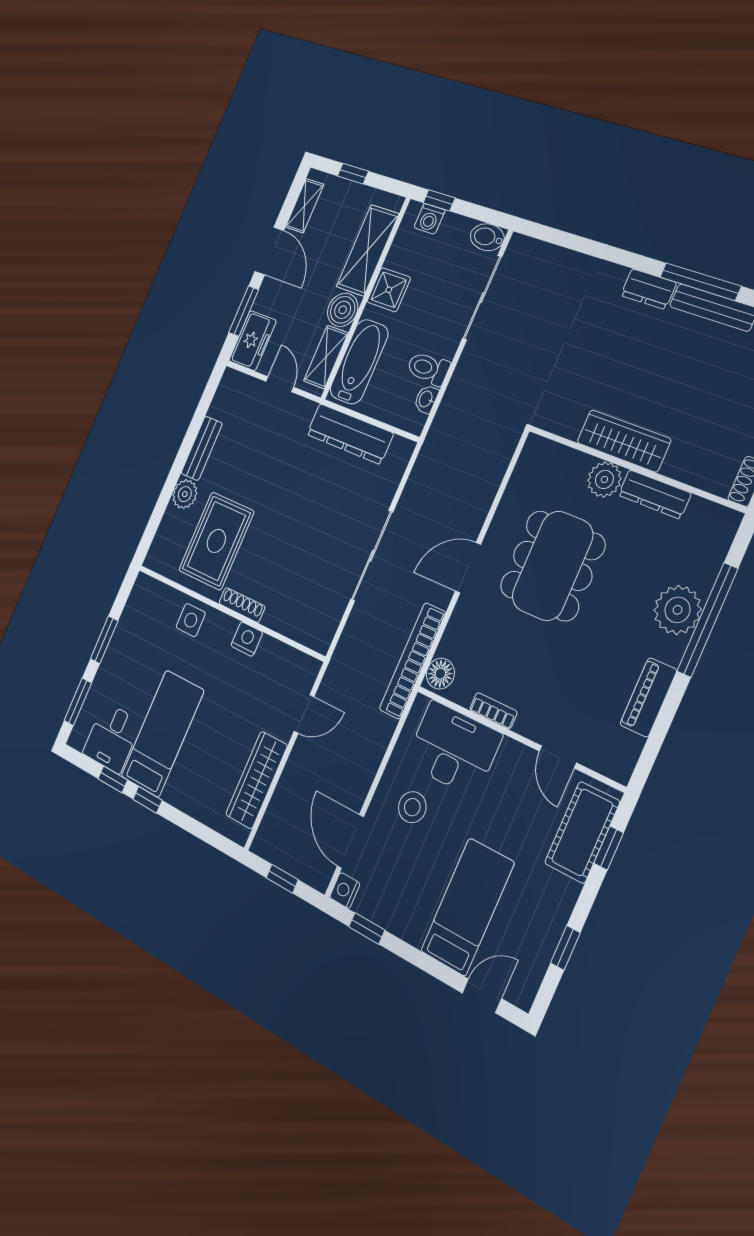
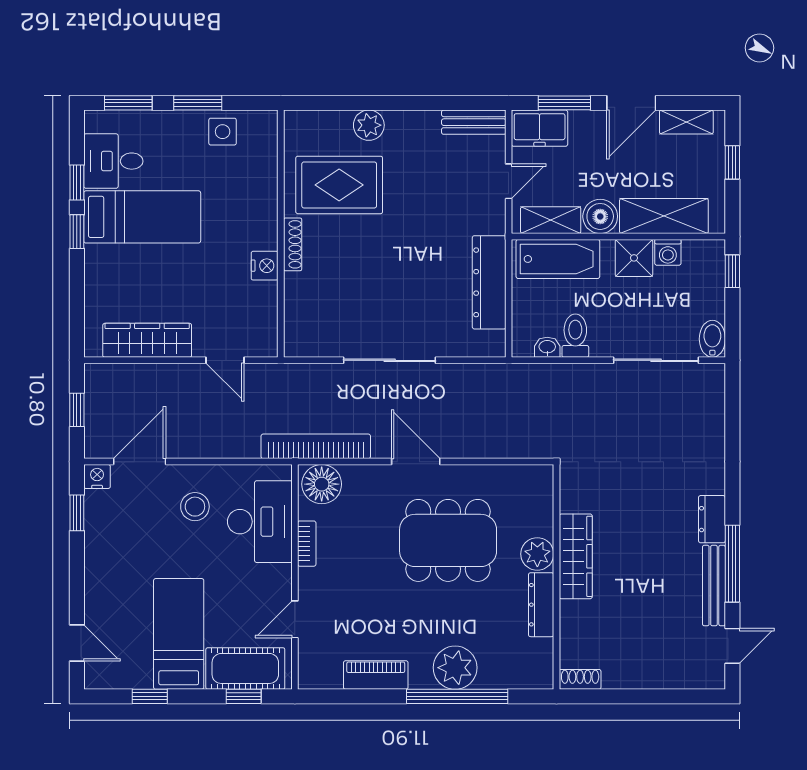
washing machine: (429, 219) -> (668, 252), moved, turned -90
bench: (202, 448) -> (474, 122), moved
side table: (191, 620) -> (223, 132), moved
floor lamp: (440, 674) -> (322, 484), width x1.38, depth x1.38
bed: (467, 907) -> (179, 634), moved, turned -90

